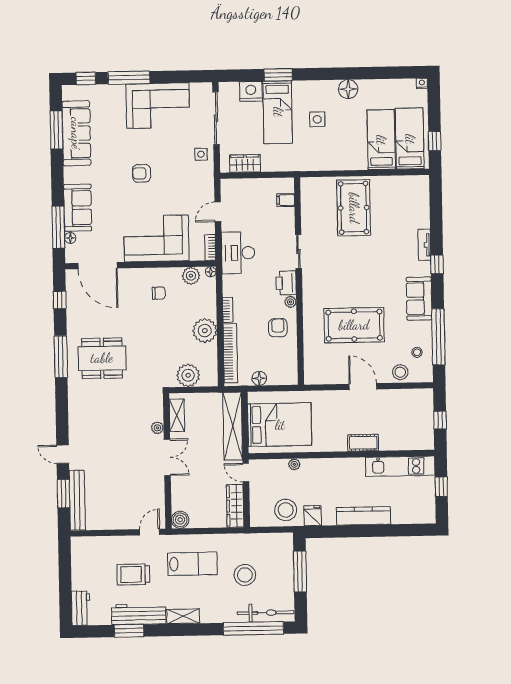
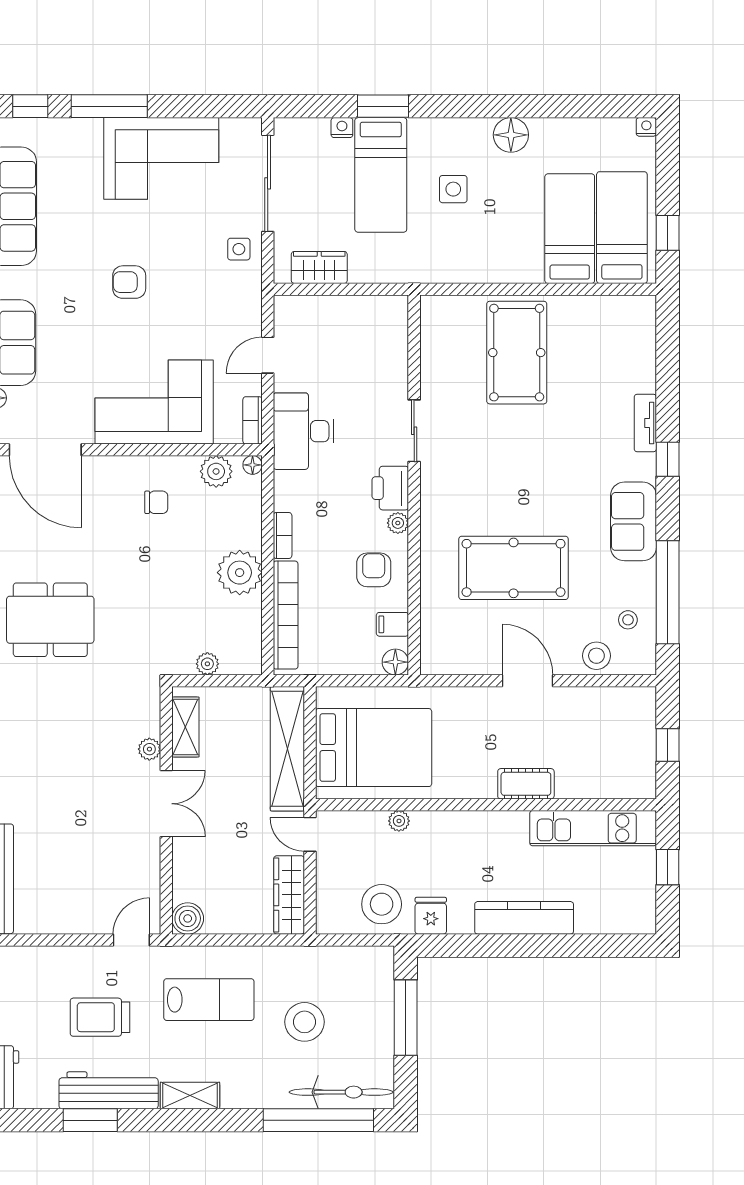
nightstand: (251, 91) -> (342, 128), width x0.53, depth x0.56
filing cabinet: (286, 200) -> (392, 624), moved
plant: (188, 375) -> (207, 664), width x0.53, depth x0.53
floor lamp: (259, 378) -> (395, 662), moved

